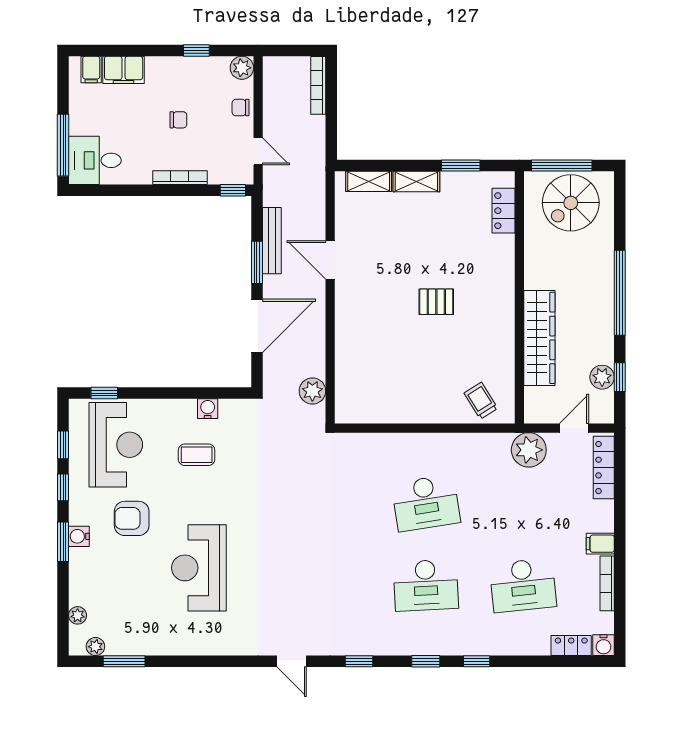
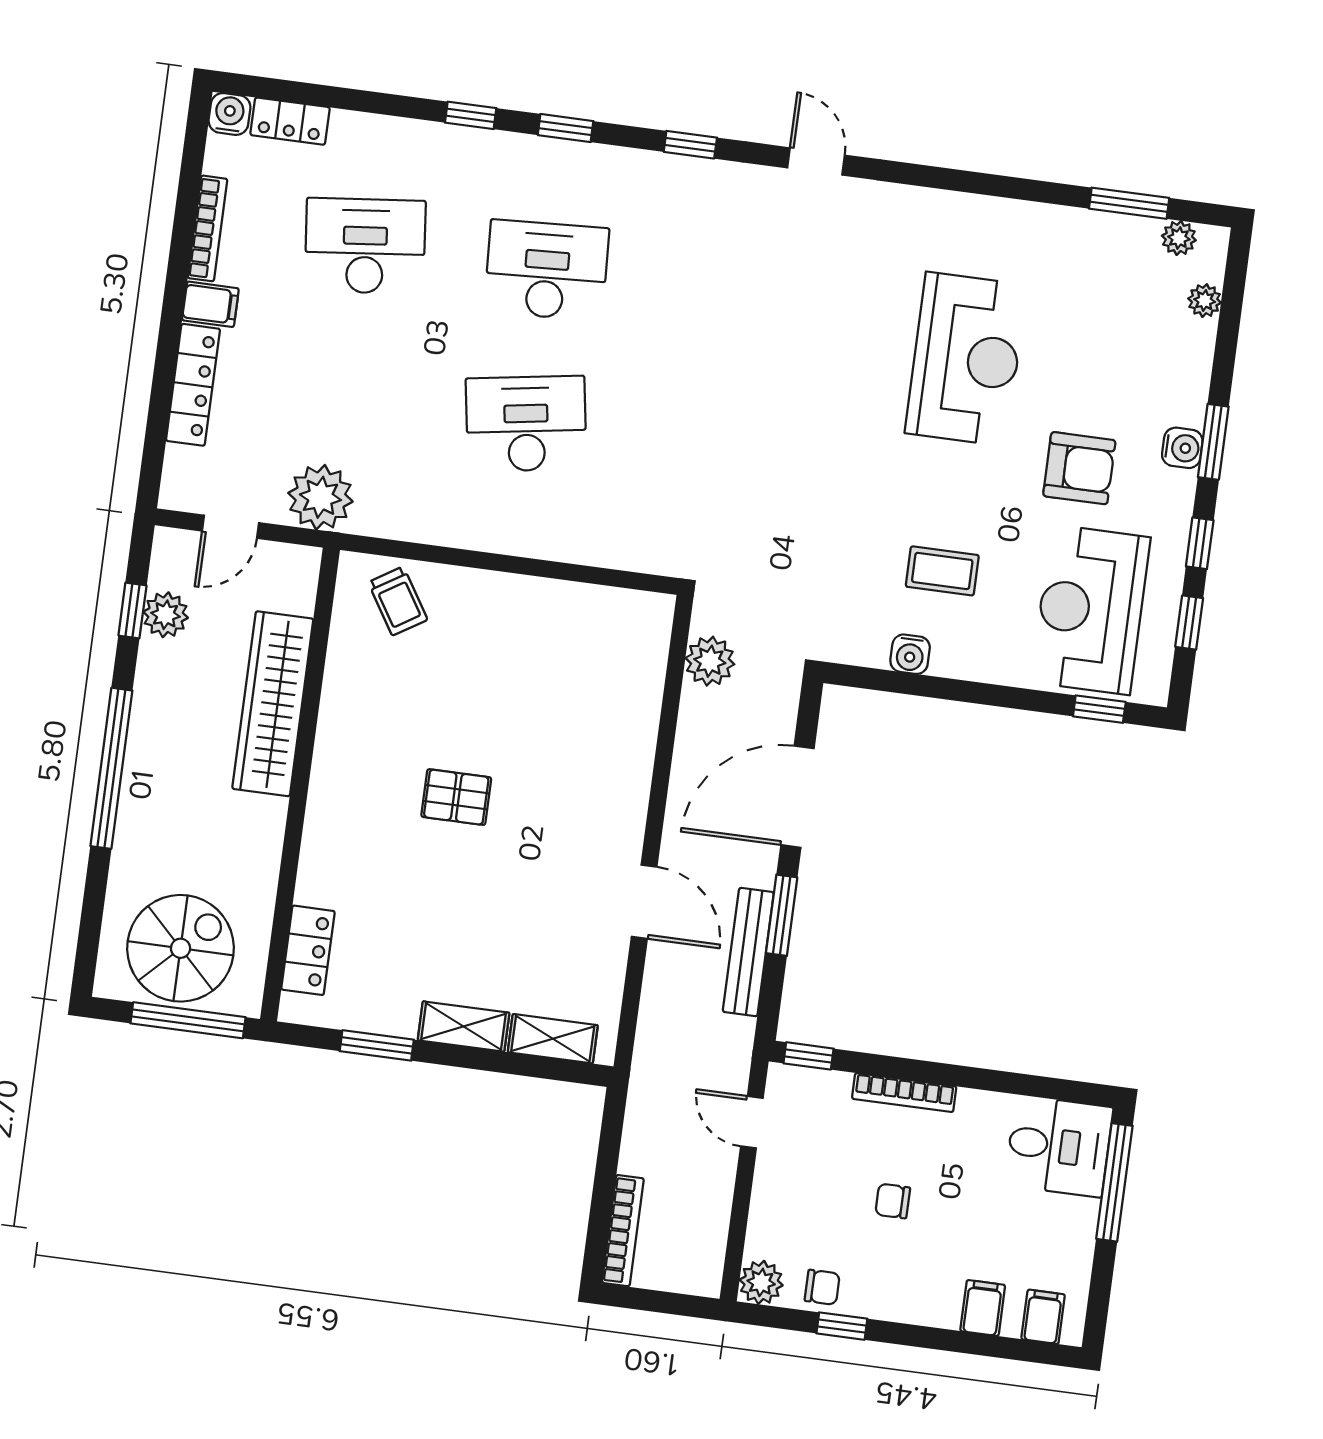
filing cabinet: (124, 70) -> (983, 1308), width x0.50
chair: (240, 108) -> (822, 1287), moved
locker: (604, 468) -> (193, 385), moved

